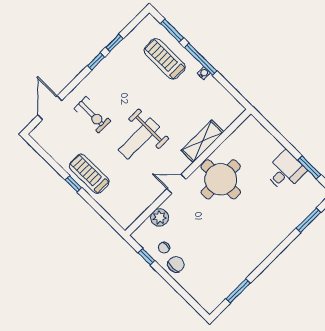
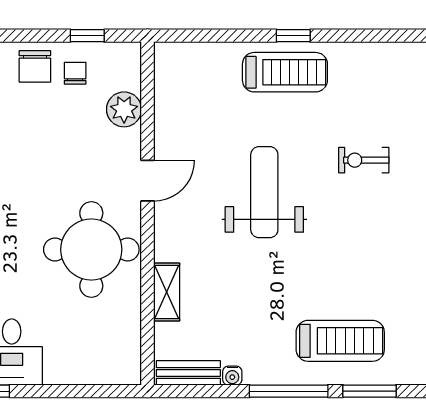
water cooler: (204, 73) -> (232, 376), moved
bench: (230, 101) -> (188, 373), added
exercise bike: (92, 115) -> (364, 160), width x0.73, depth x0.72
shelving: (202, 141) -> (167, 292), width x0.67, depth x0.75

